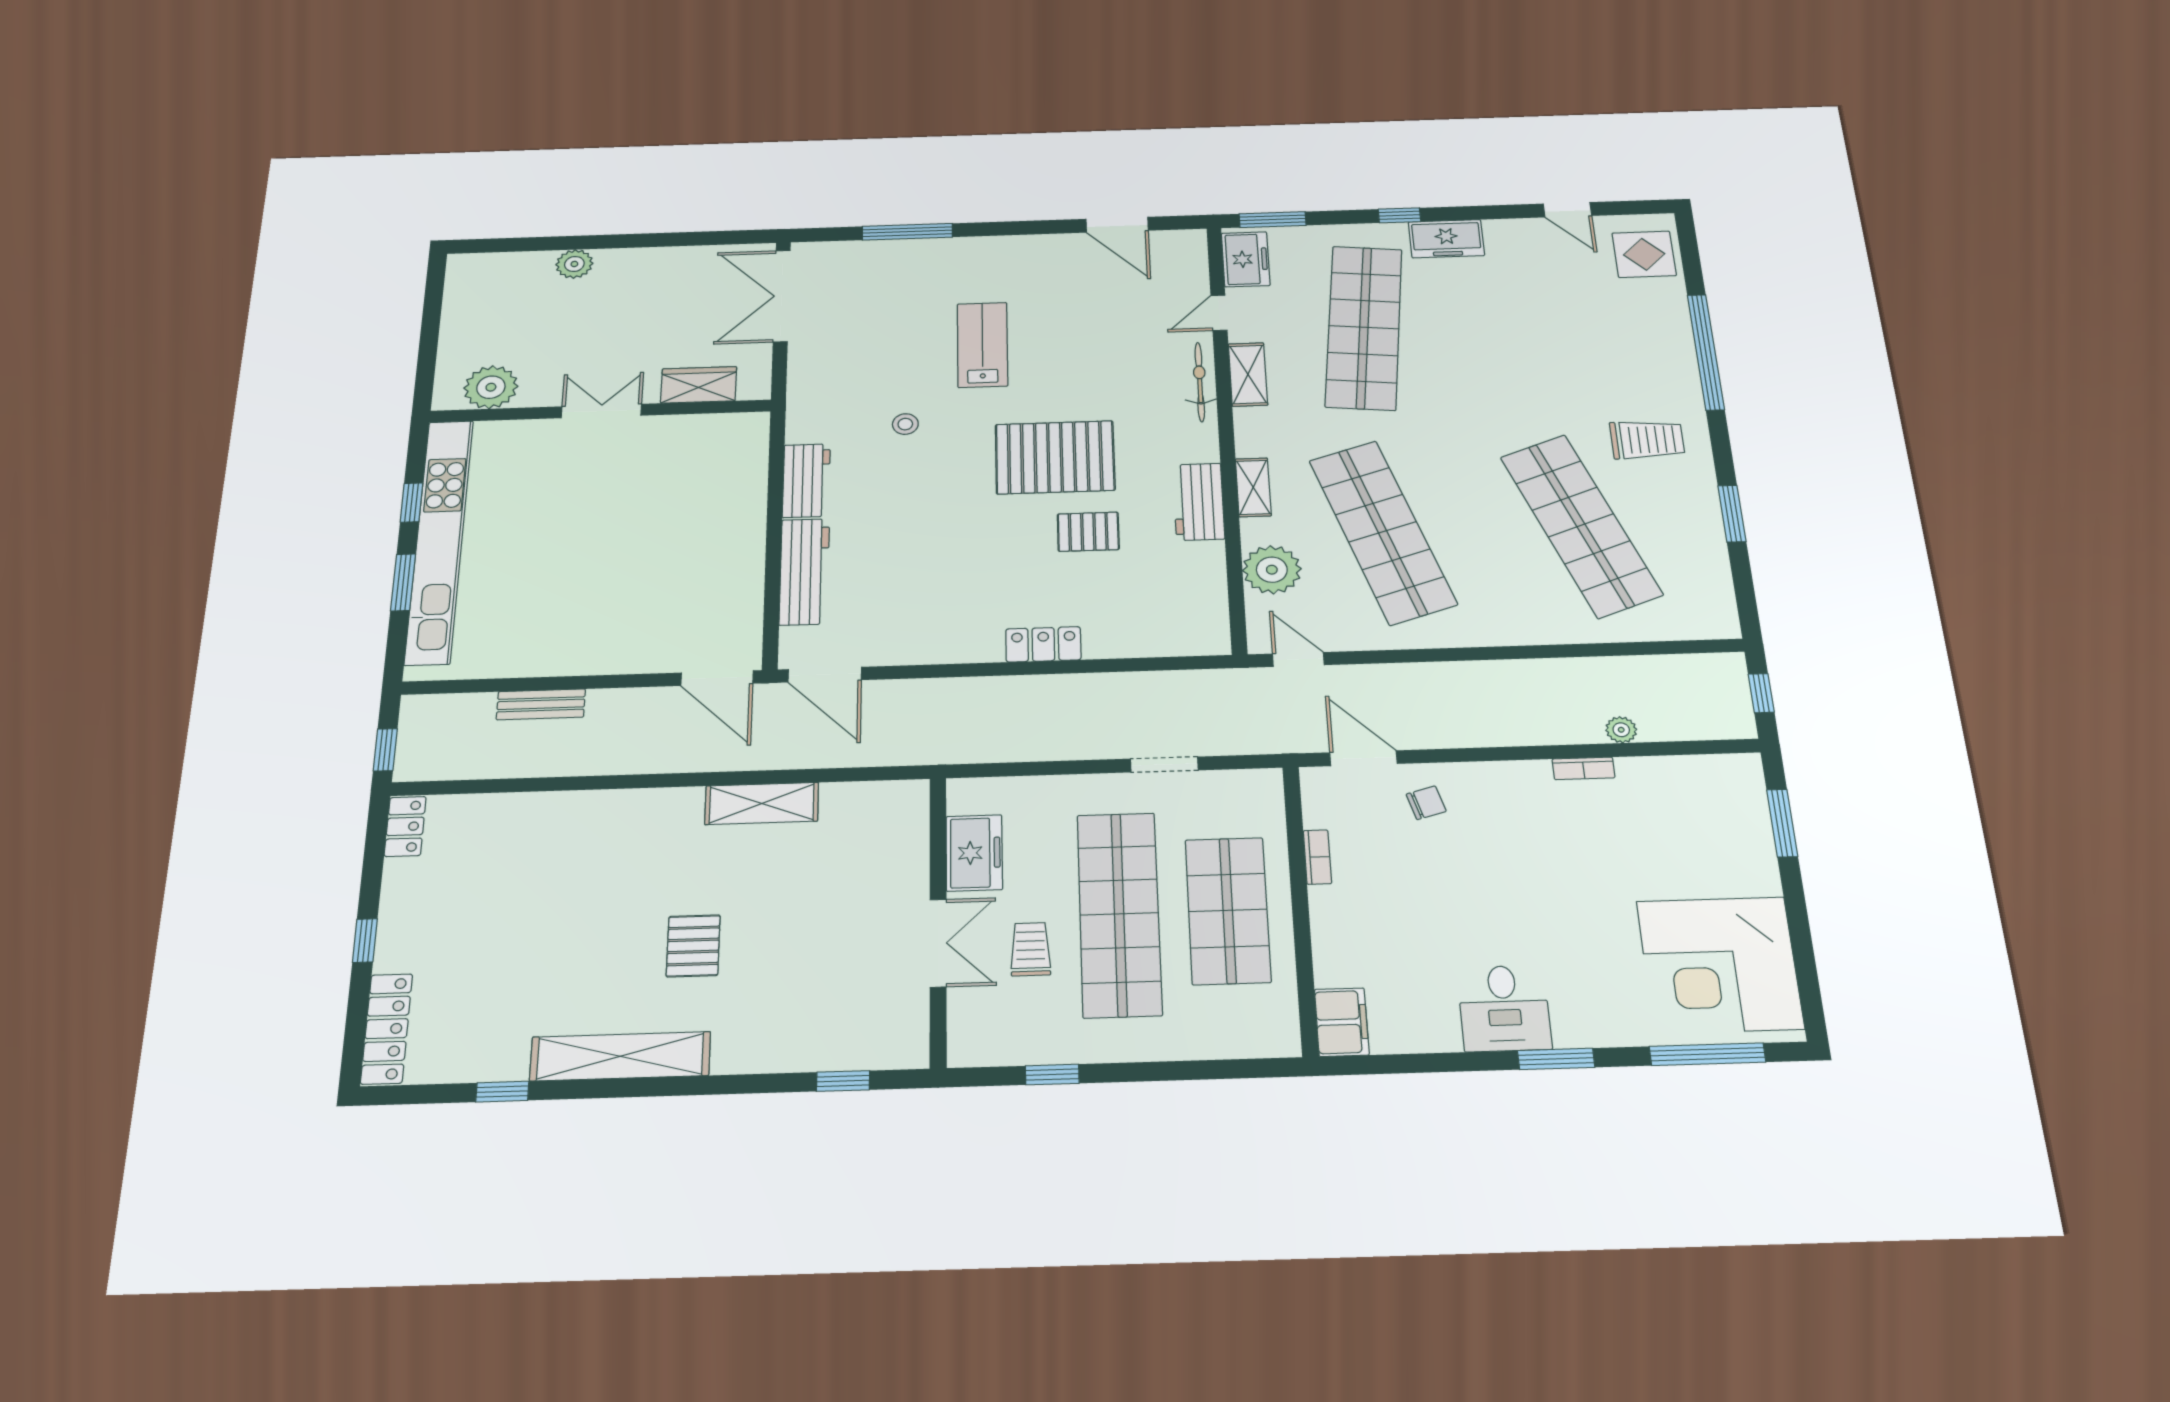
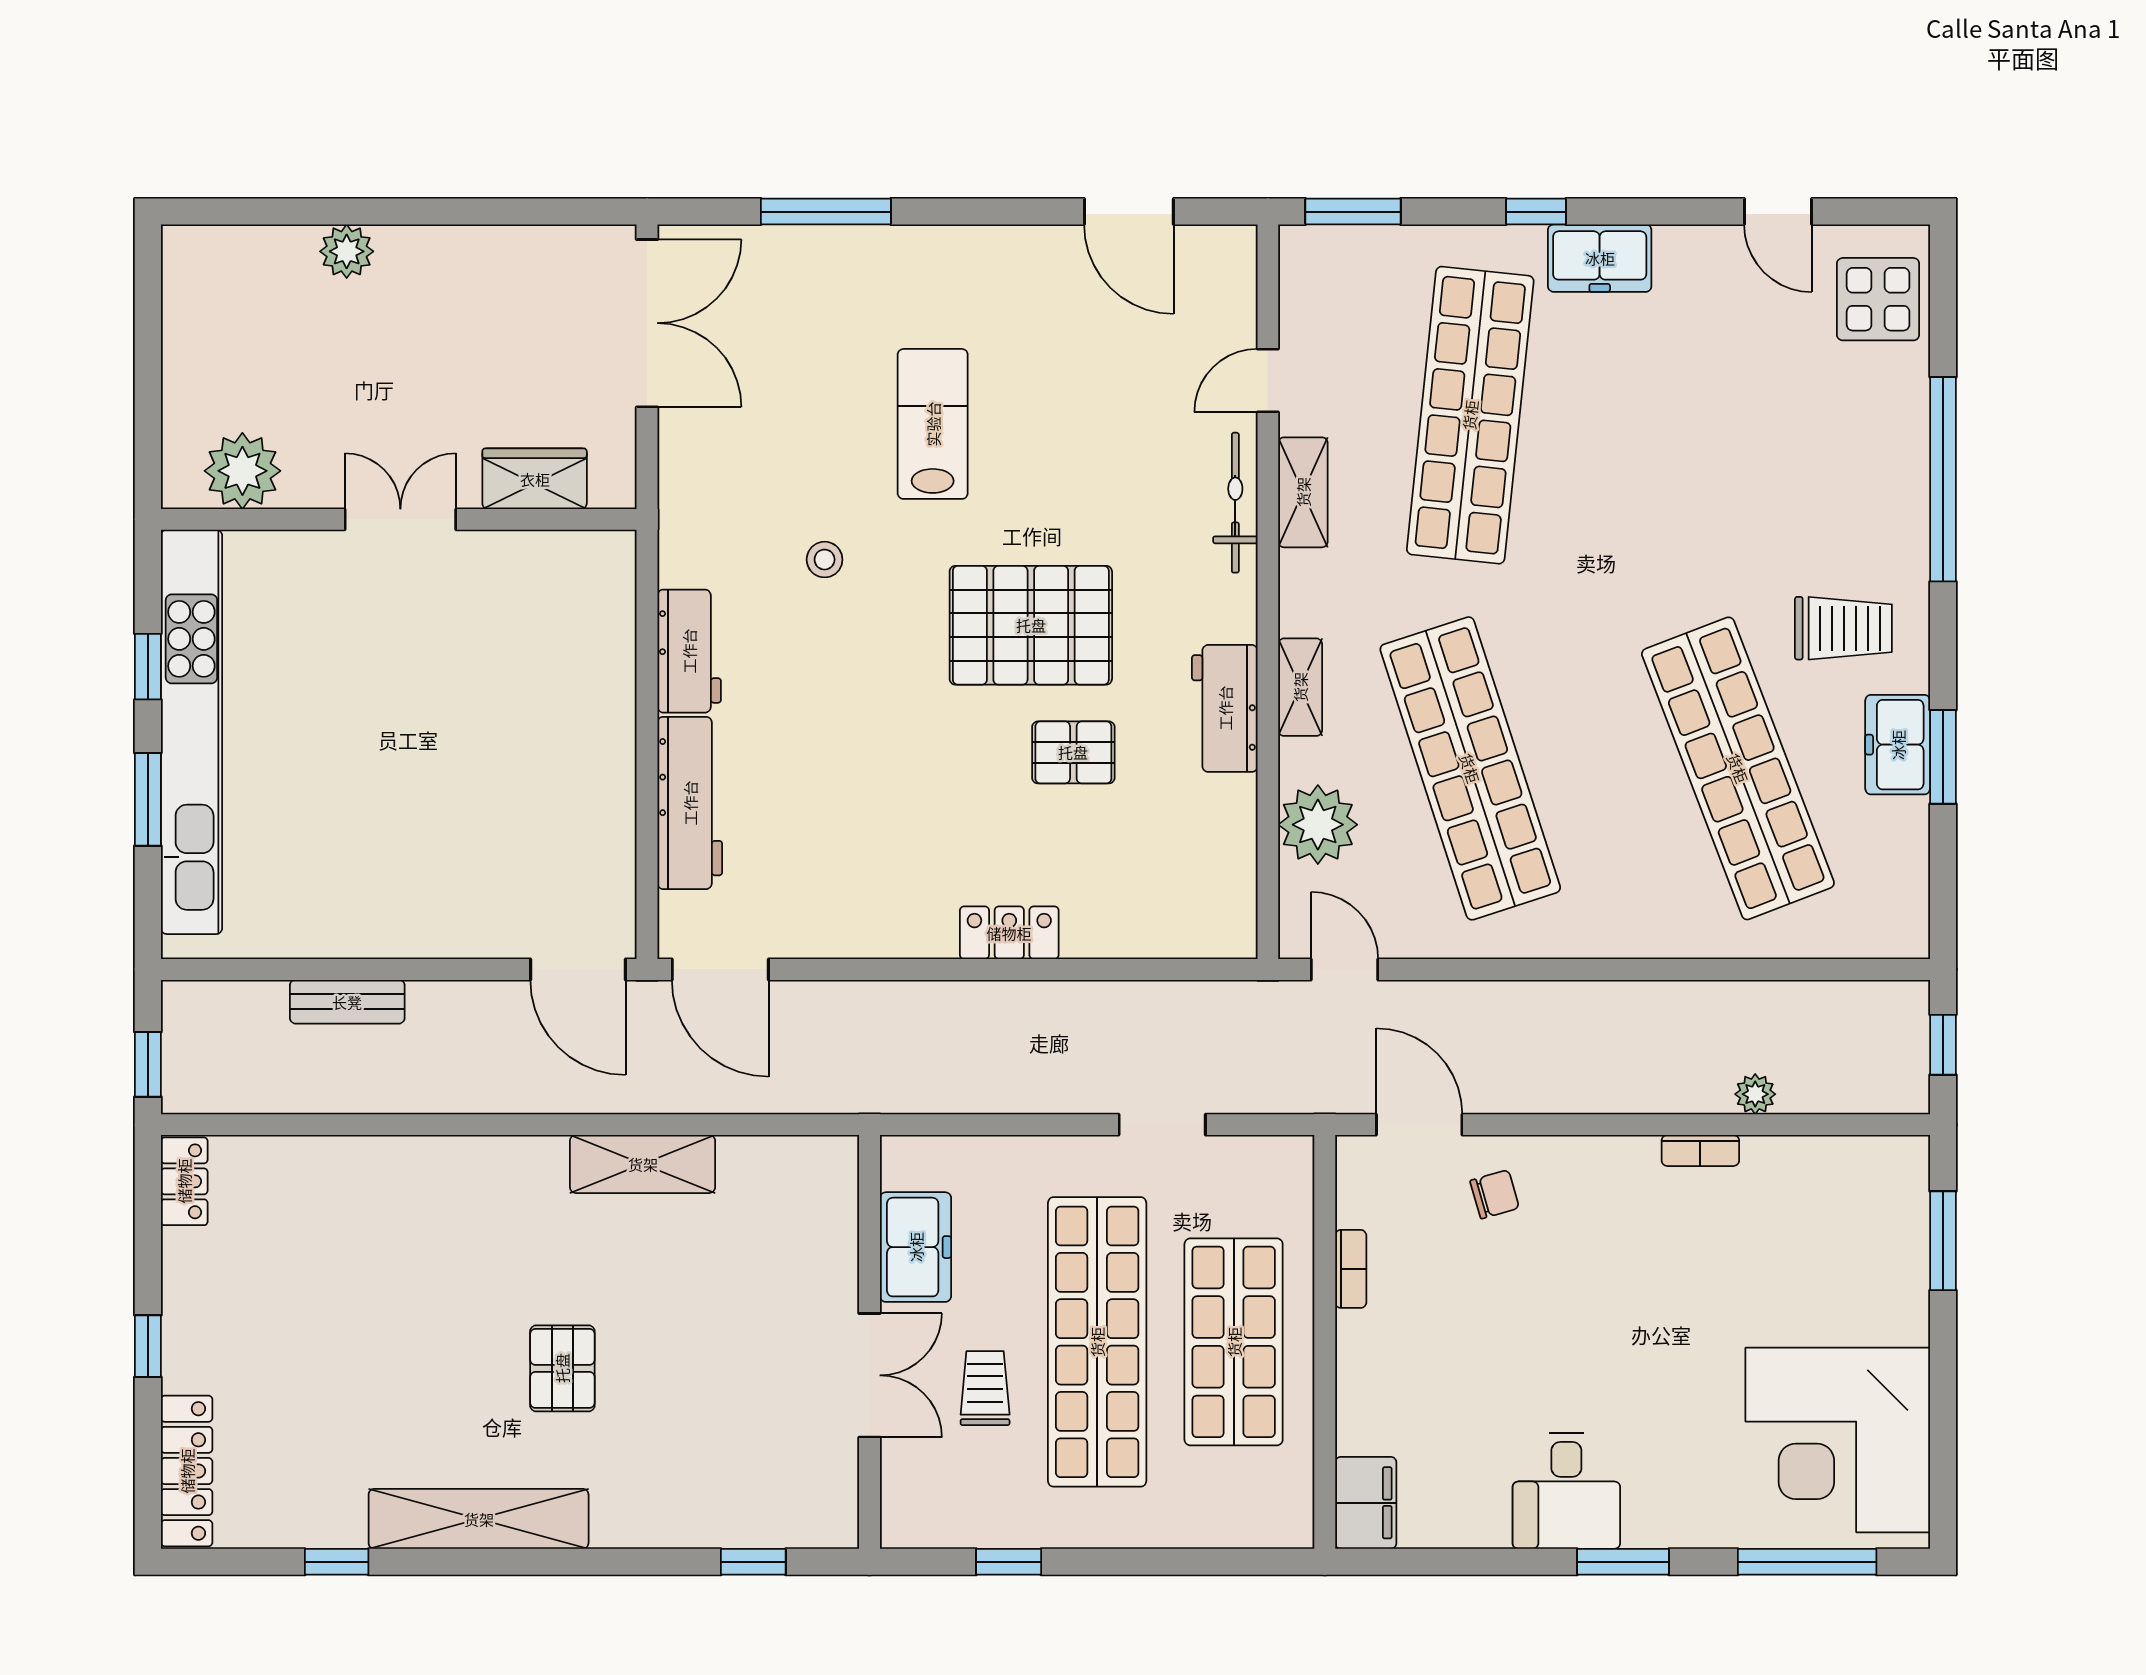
freezer: (1246, 259) -> (1898, 745), moved, turned 180
double door: (782, 296) -> (647, 323), swing flipped

